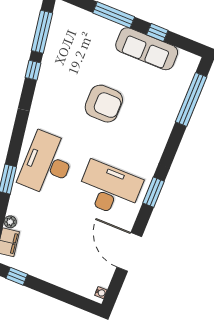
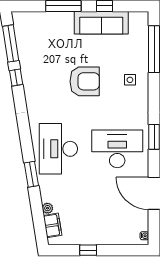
side table: (153, 122) -> (130, 80), added
window: (17, 276) -> (88, 250), moved

